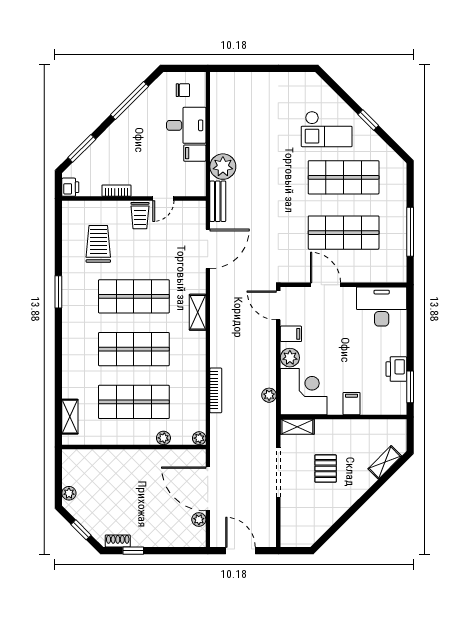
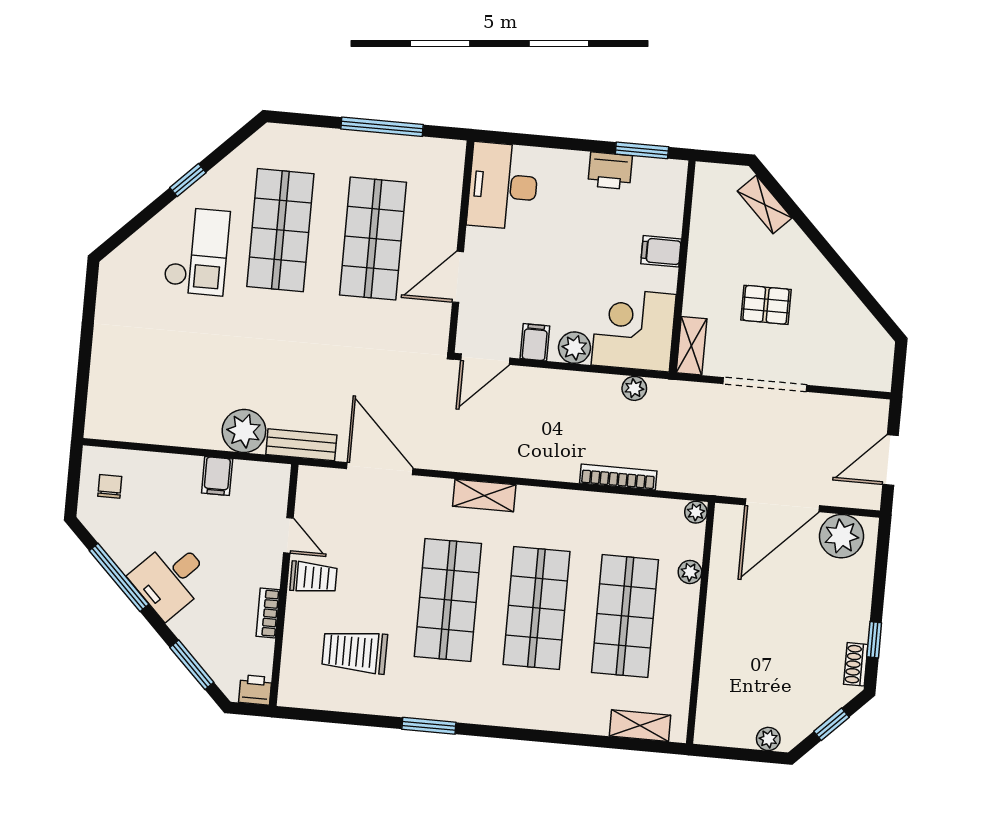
desk: (186, 125) -> (171, 579), moved, turned -135
plant: (199, 520) -> (841, 536), width x1.88, depth x1.88

